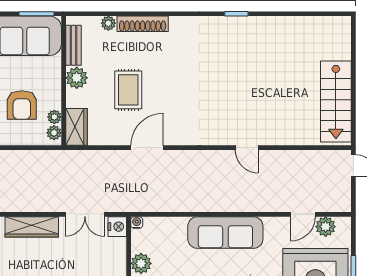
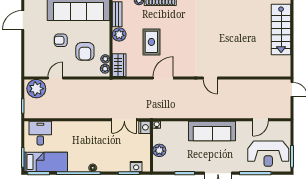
stairs: (336, 101) -> (281, 29), moved
door: (247, 148) -> (210, 78), moved
wardrobe: (32, 227) -> (91, 128), removed
plant: (326, 227) -> (275, 127), removed

